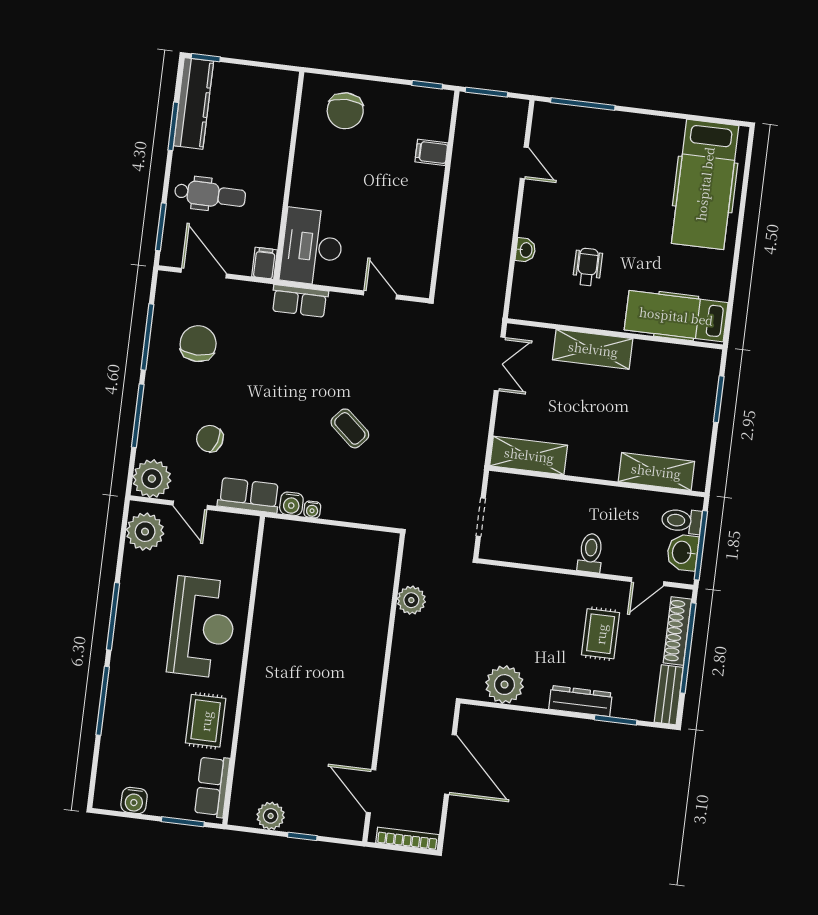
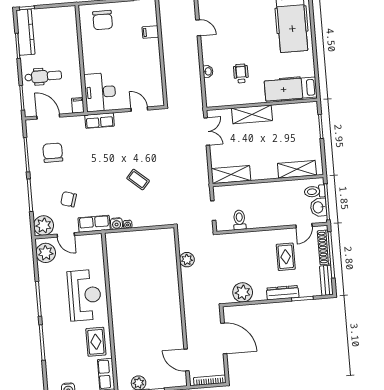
toilet: (591, 553) -> (239, 220), moved

